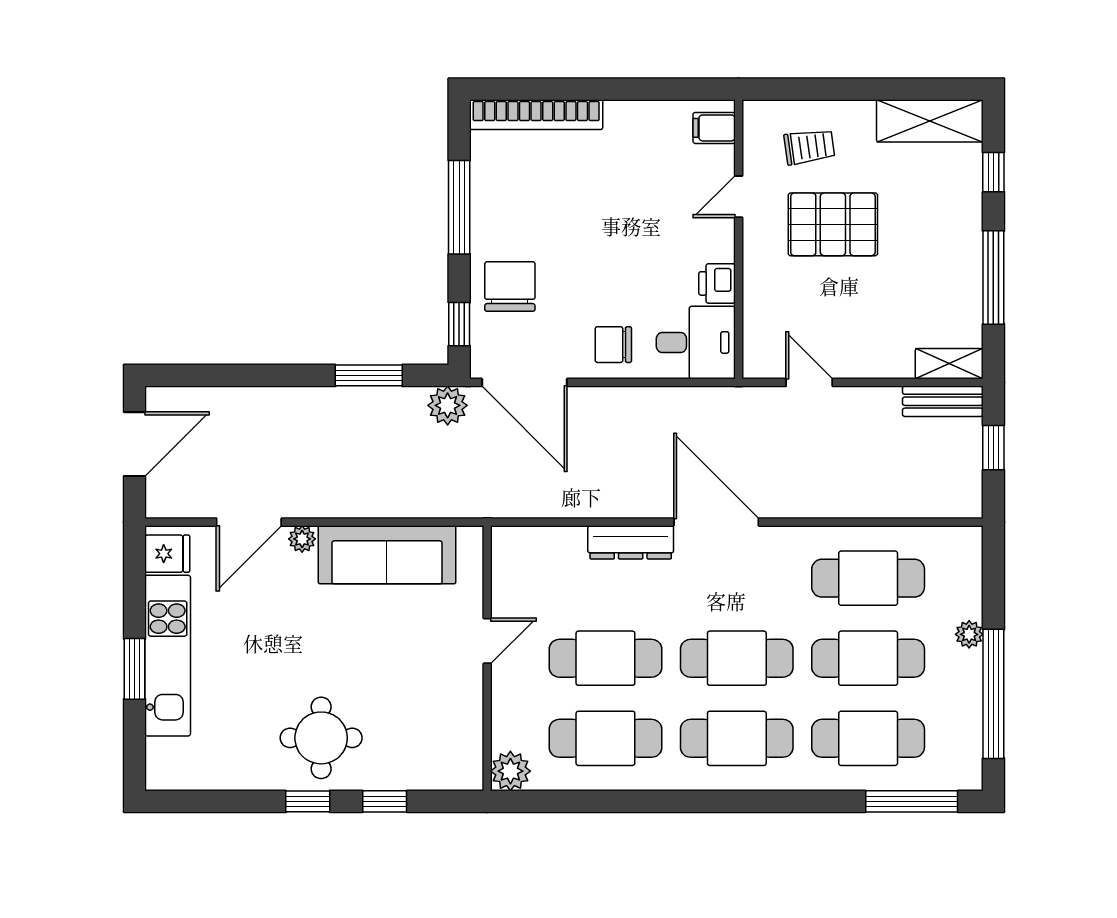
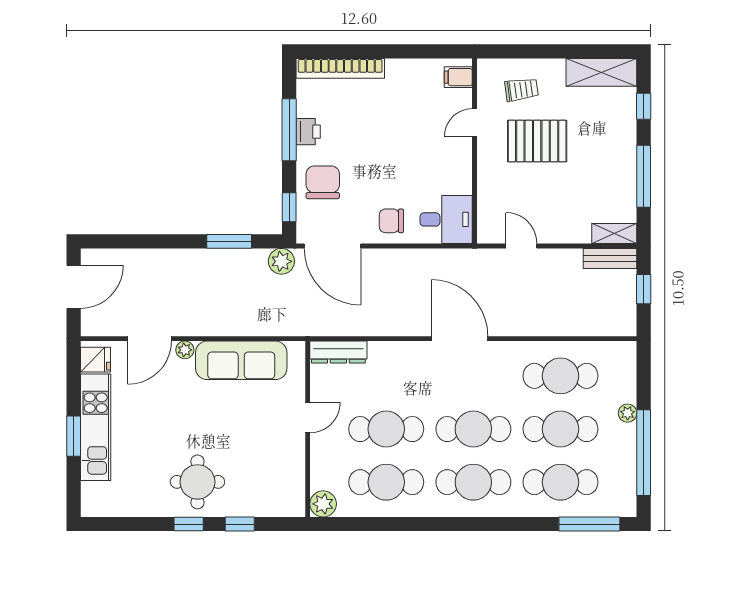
printer: (717, 283) -> (308, 132), moved, turned 180
dresser: (631, 542) -> (338, 352), moved

